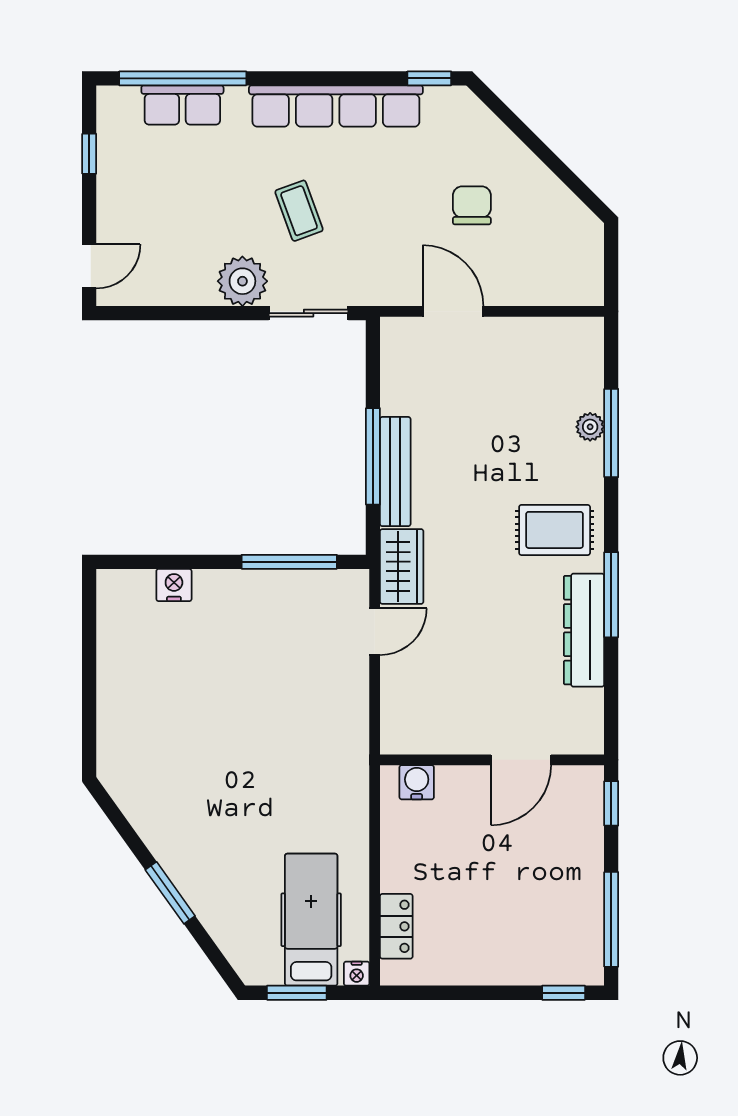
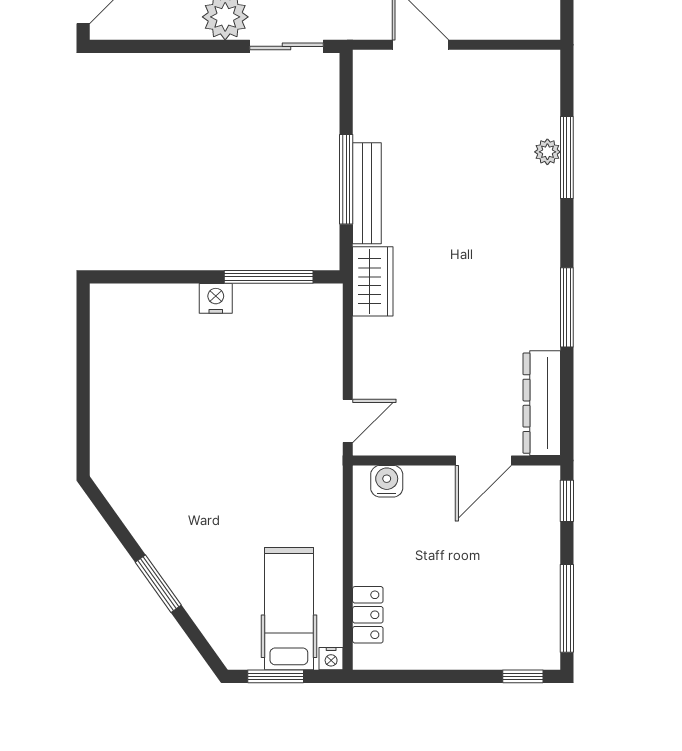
rug: (555, 530) -> (514, 247), removed
nightstand: (174, 585) -> (216, 298), moved
dresser: (584, 630) -> (542, 403), moved
door: (375, 632) -> (348, 421), moved

